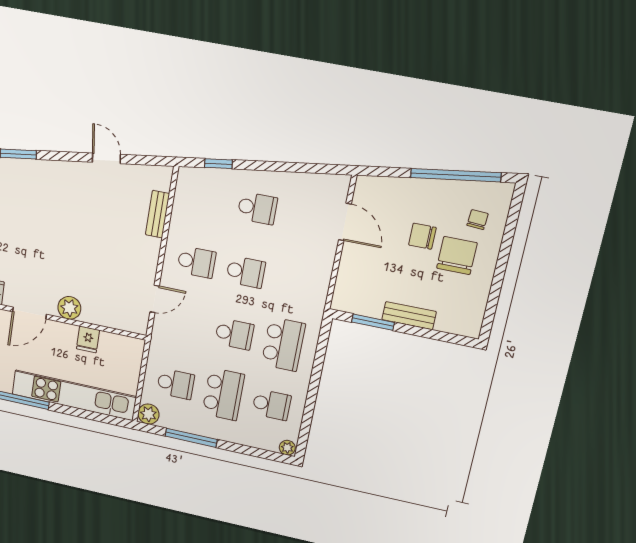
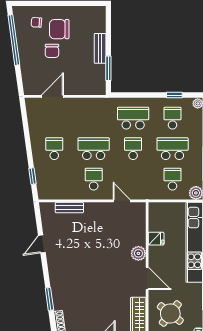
school desk: (246, 272) -> (94, 149), width x1.85
window: (308, 416) -> (174, 95), added

